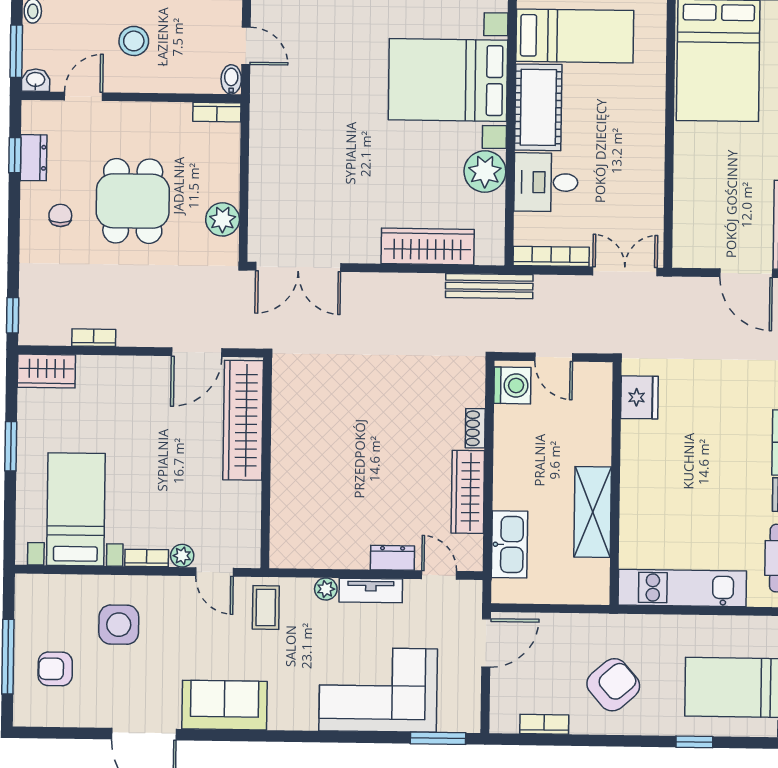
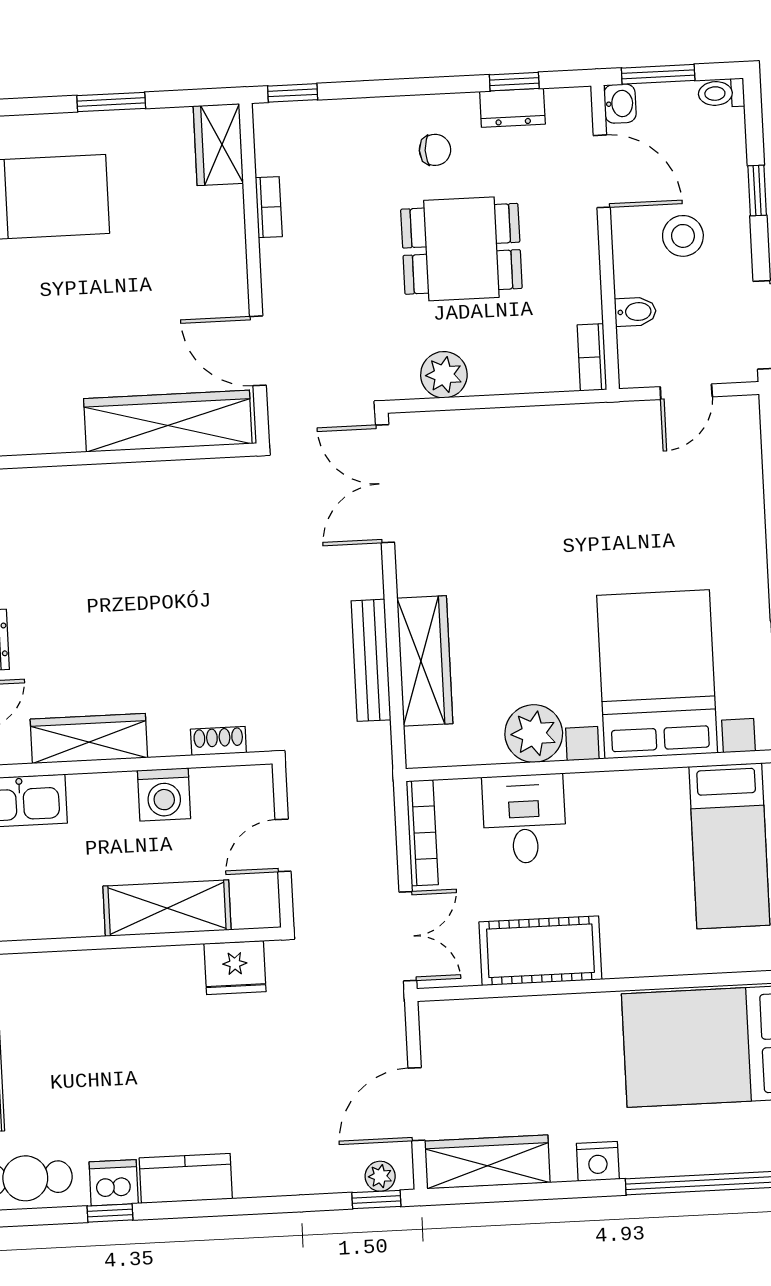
bidet: (231, 79) -> (635, 312), moved
door: (84, 96) -> (602, 171), width x1.38
cot: (538, 107) -> (540, 951), moved
bench: (489, 286) -> (371, 660), moved
washing machine: (512, 385) -> (164, 795), moved
shoe rack: (475, 428) -> (218, 741), moved
shelving: (593, 512) -> (167, 908), moved

